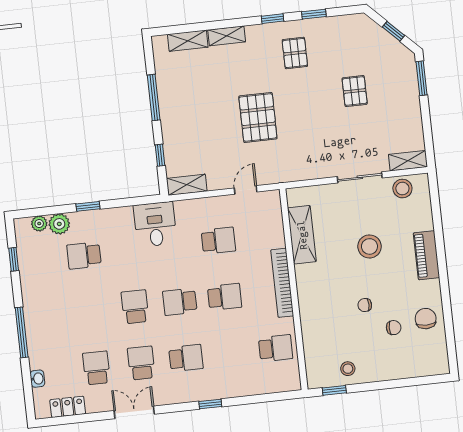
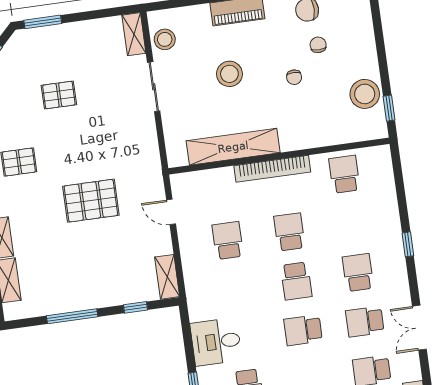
desk: (155, 224) -> (216, 342), moved
shelving: (302, 235) -> (233, 147), width x1.47
stool: (348, 369) -> (365, 94), width x1.89, depth x1.89

